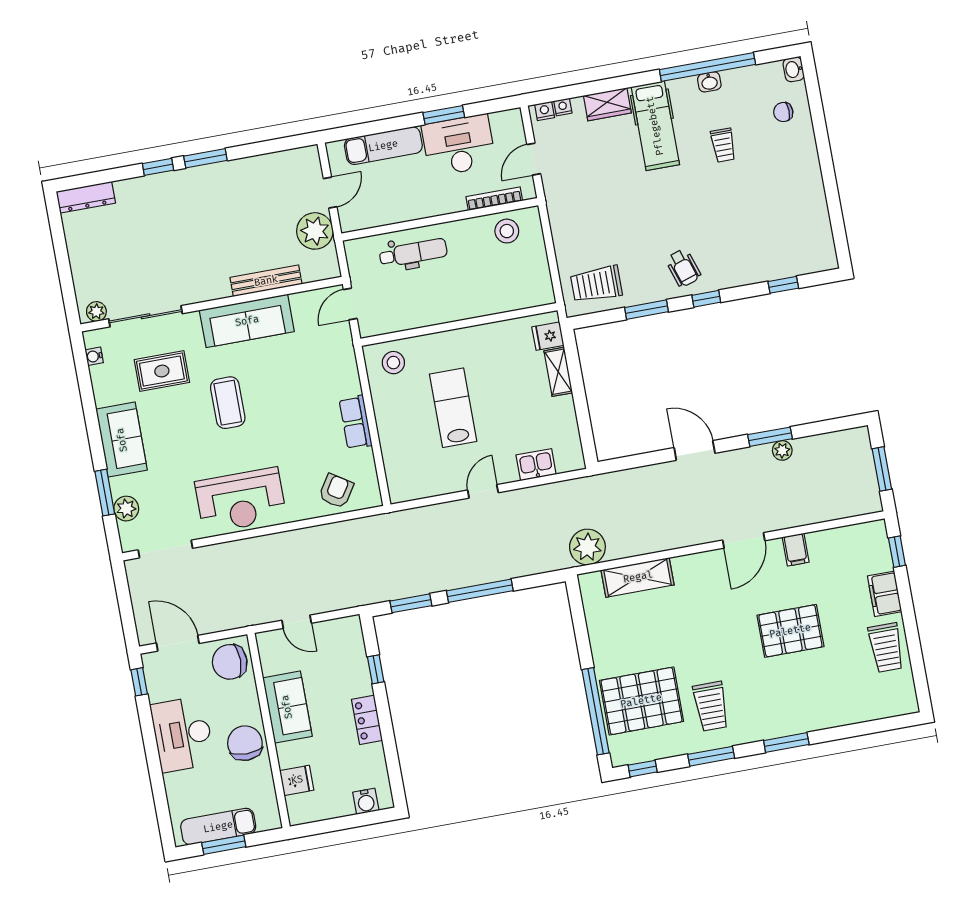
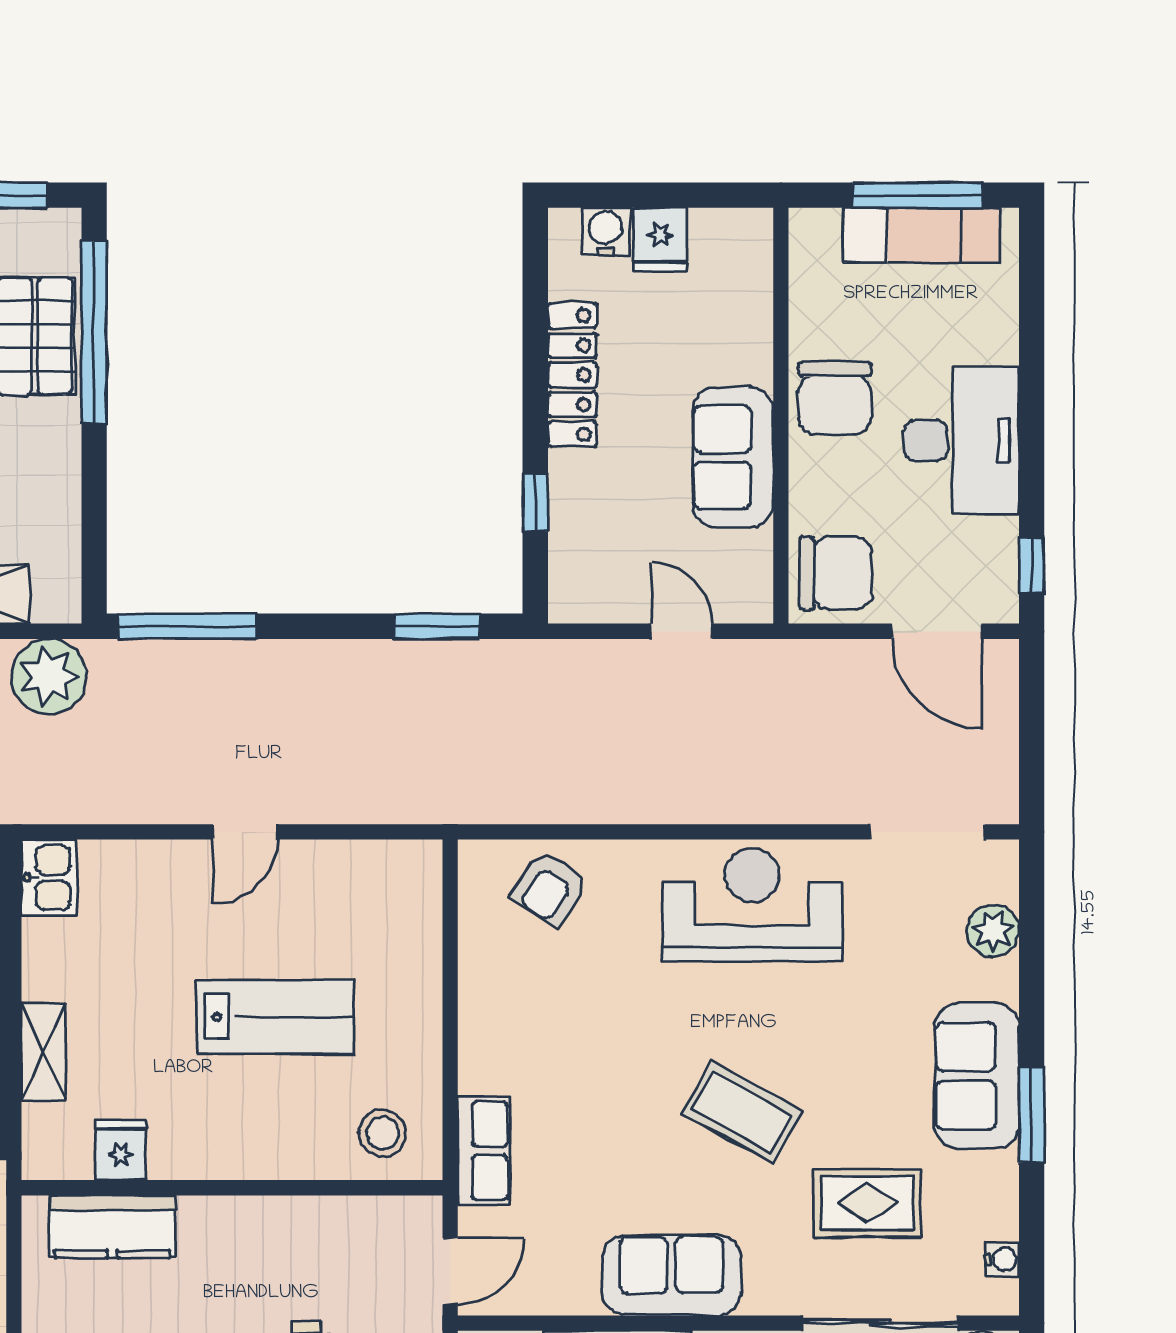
kitchen counter: (511, 296) -> (112, 1227), added
sofa: (247, 321) -> (671, 1275), width x0.73
fridge: (548, 336) -> (121, 1150), moved, turned -90
coffee table: (228, 403) -> (742, 1112), turned -61
lab bench: (453, 408) -> (275, 1017), turned -90
row of seats: (356, 422) -> (484, 1151), moved
kitchen sink: (536, 465) -> (49, 878), moved, turned -90
window: (105, 493) -> (1032, 1115), moved
window: (480, 591) -> (187, 626), moved
locker: (367, 720) -> (572, 375), width x1.53
fridge: (297, 780) -> (660, 240), moved, turned -90
window: (224, 845) -> (917, 195), width x1.44

